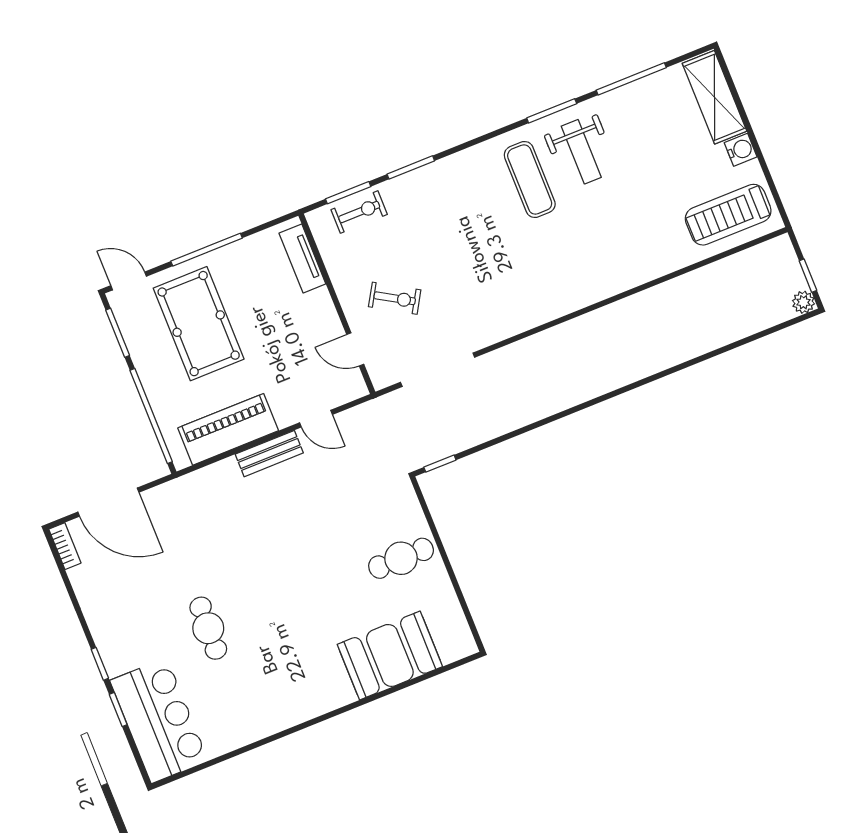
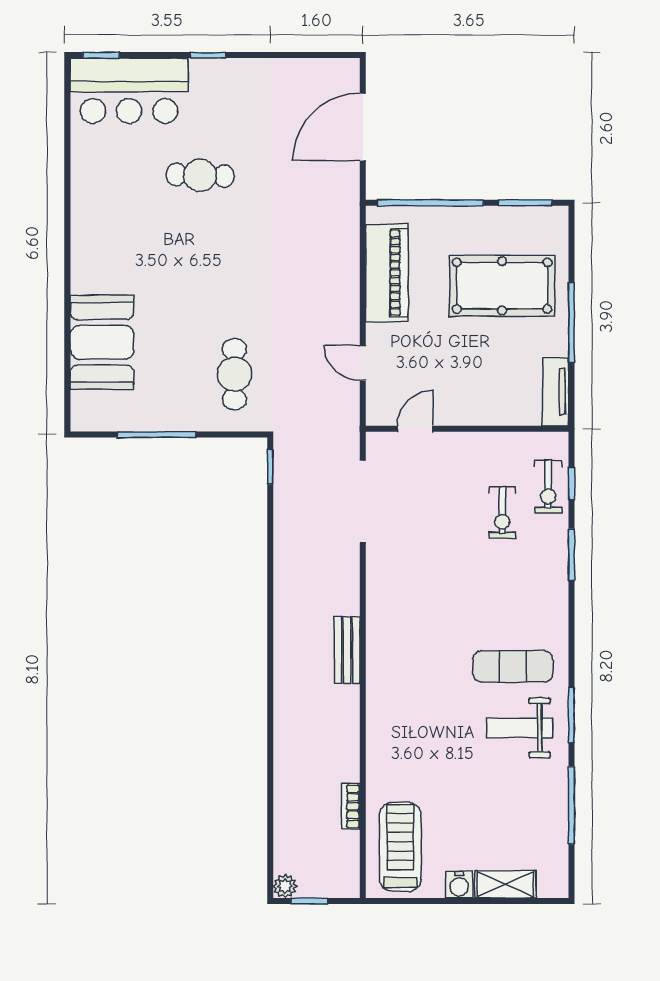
shelving: (715, 97) -> (505, 884), width x0.67, depth x0.75
window: (348, 193) -> (571, 483), width x0.67
tv unit: (302, 258) -> (556, 392), moved, turned -90
door: (129, 281) -> (571, 234), removed
exercise bike: (395, 298) -> (502, 512), moved, turned -31
door: (316, 419) -> (363, 363), hinge flipped
bench: (269, 454) -> (347, 650), moved
bookcase: (65, 546) -> (351, 806), moved, turned 90
cafe table: (401, 558) -> (234, 374), moved
window: (452, 575) -> (157, 435), added
window: (118, 710) -> (101, 55), moved

